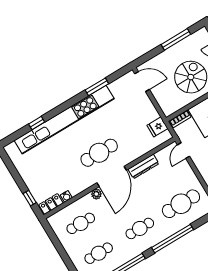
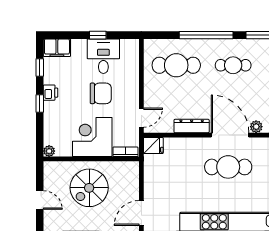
door: (142, 82) -> (141, 213), hinge flipped
fridge: (157, 127) -> (153, 146), moved
door: (112, 177) -> (230, 135), hinge flipped

